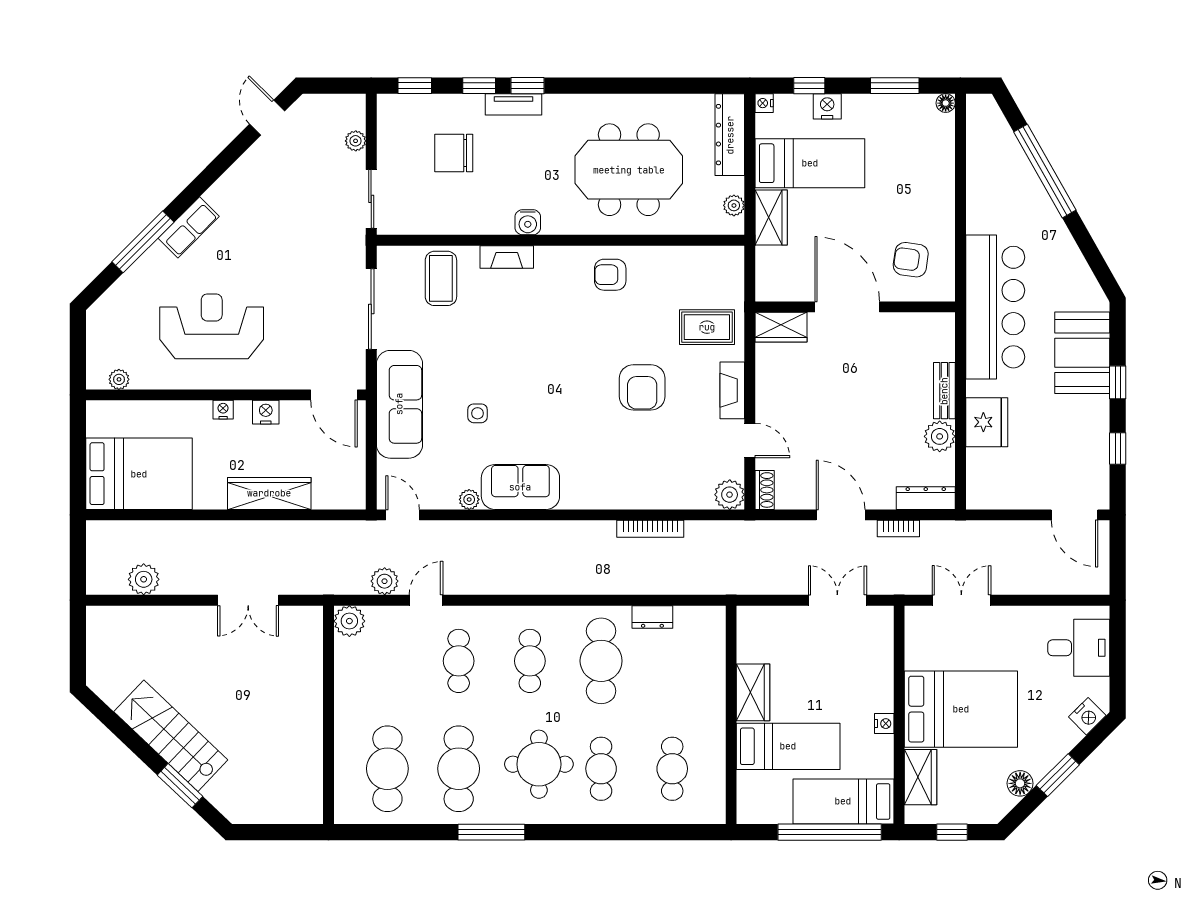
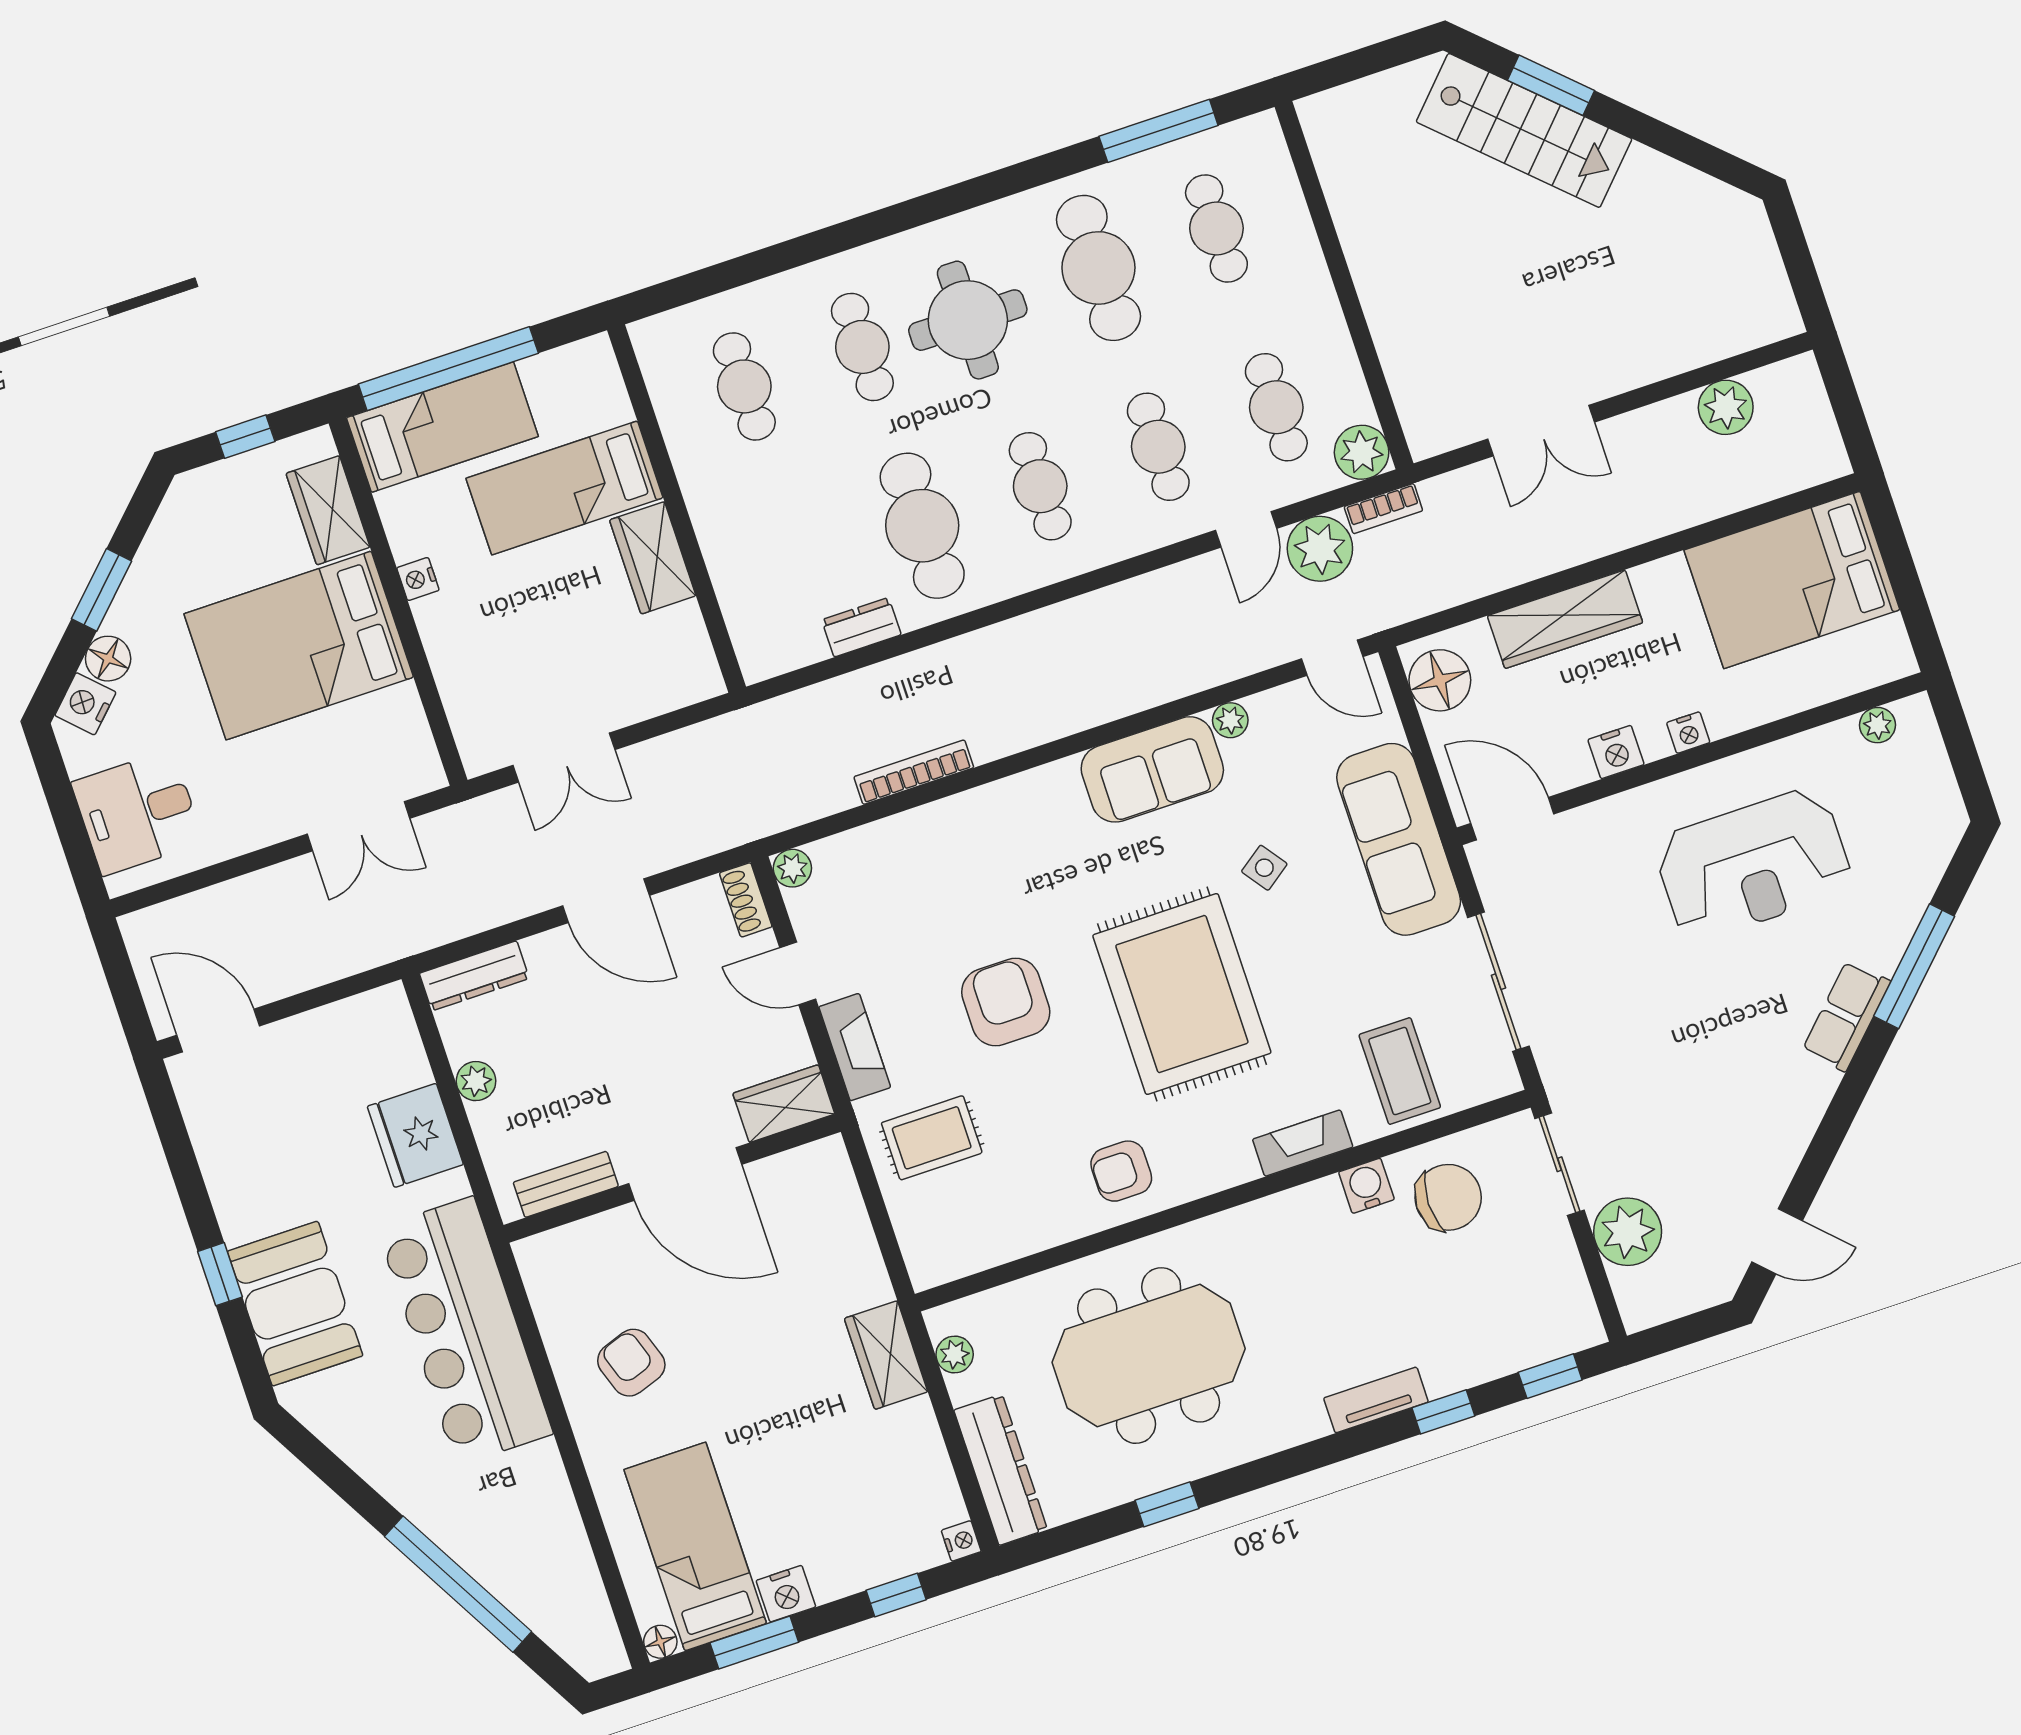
window: (527, 86) -> (1167, 1504), moved
nightstand: (827, 106) -> (786, 1594), moved
door: (267, 118) -> (1777, 1241), hinge flipped
plant: (356, 141) -> (1628, 1232), width x1.88, depth x1.88
chair: (454, 153) -> (1448, 1197), moved
bed: (810, 163) -> (695, 1546), moved, turned 90
water cooler: (528, 222) -> (1366, 1186), moved
armchair: (911, 260) -> (631, 1363), turned -117
armchair: (610, 275) -> (1121, 1171), turned 180
door: (847, 307) -> (685, 1174), moved
wall: (855, 307) -> (672, 1178), moved
wardrobe: (781, 327) -> (784, 1104), moved
rug: (545, 360) -> (1182, 994), added
bench: (944, 391) -> (566, 1184), moved, turned 90
side table: (477, 413) -> (1264, 868), turned -36
plant: (940, 436) -> (476, 1081), width x0.73, depth x0.73
window: (1118, 448) -> (183, 1165), removed
floor lamp: (348, 483) -> (1440, 680), added
plant: (730, 495) -> (792, 868), width x0.73, depth x0.73
bookcase: (898, 529) -> (1383, 509), moved, turned 180
plant: (385, 581) -> (1320, 549), width x1.36, depth x1.36
double door: (248, 600) -> (1541, 431), swing flipped
cafe table: (387, 661) -> (1276, 407), added
stairs: (171, 736) -> (1524, 130), moved
cafe table: (387, 769) -> (1216, 228), width x0.73, depth x0.74
floor lamp: (1020, 783) -> (108, 659), moved
window: (491, 832) -> (1159, 131), moved

